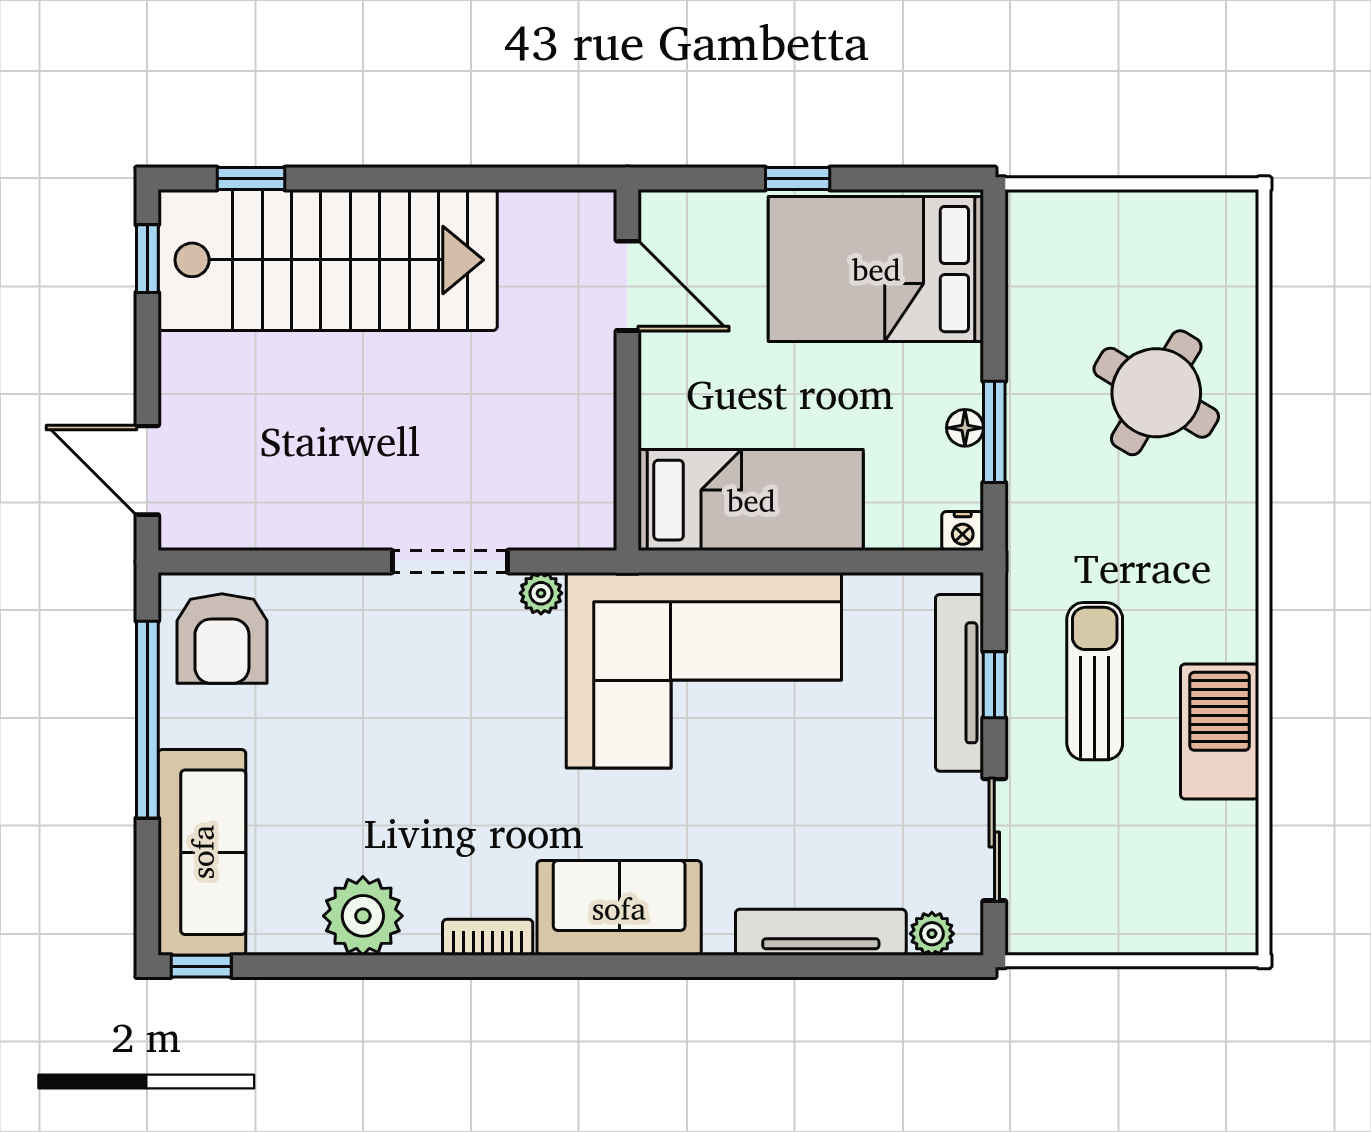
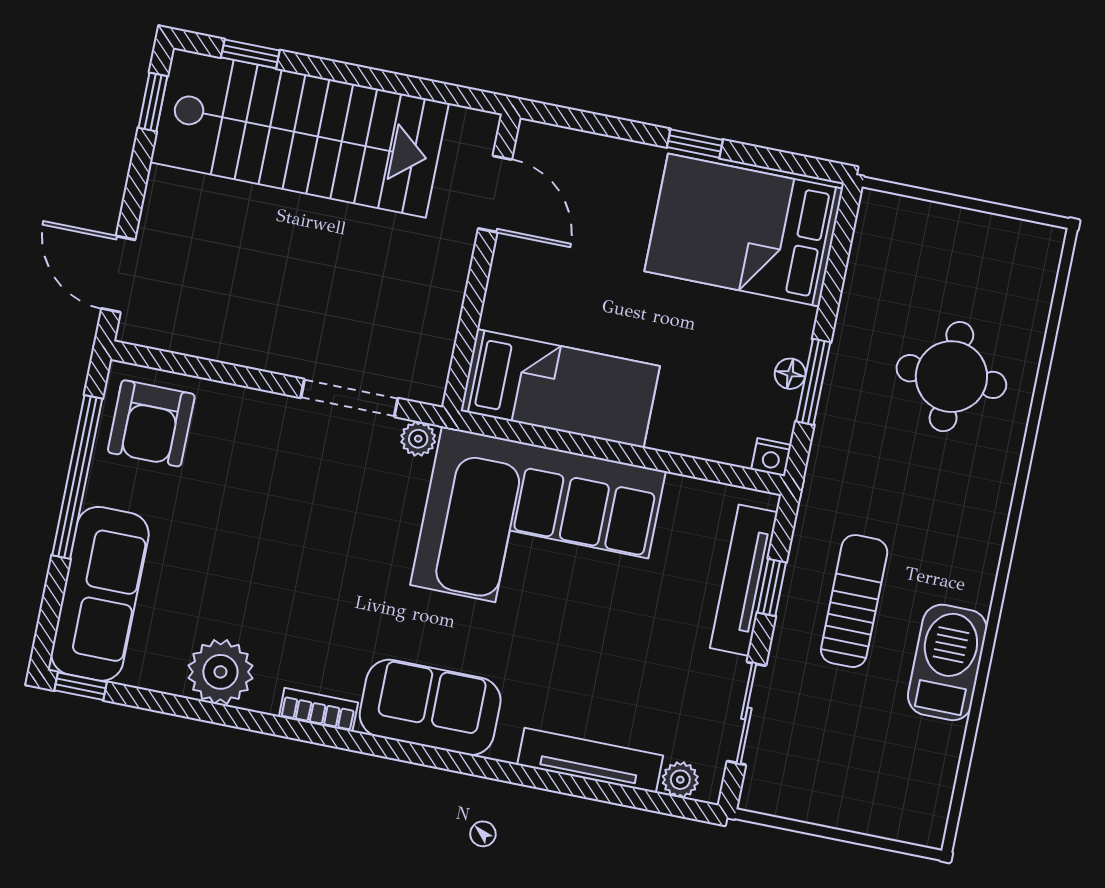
door: (627, 286) -> (495, 194), moved
wall: (627, 370) -> (481, 263), moved
round table: (1156, 393) -> (951, 377), turned -31
bed: (751, 500) -> (560, 389), moved

